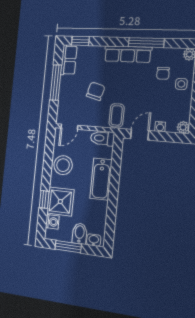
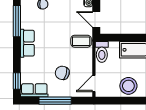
row of seats: (128, 54) -> (27, 43), width x0.68
chair: (96, 91) -> (62, 73), moved
door: (69, 127) -> (94, 84), swing flipped

